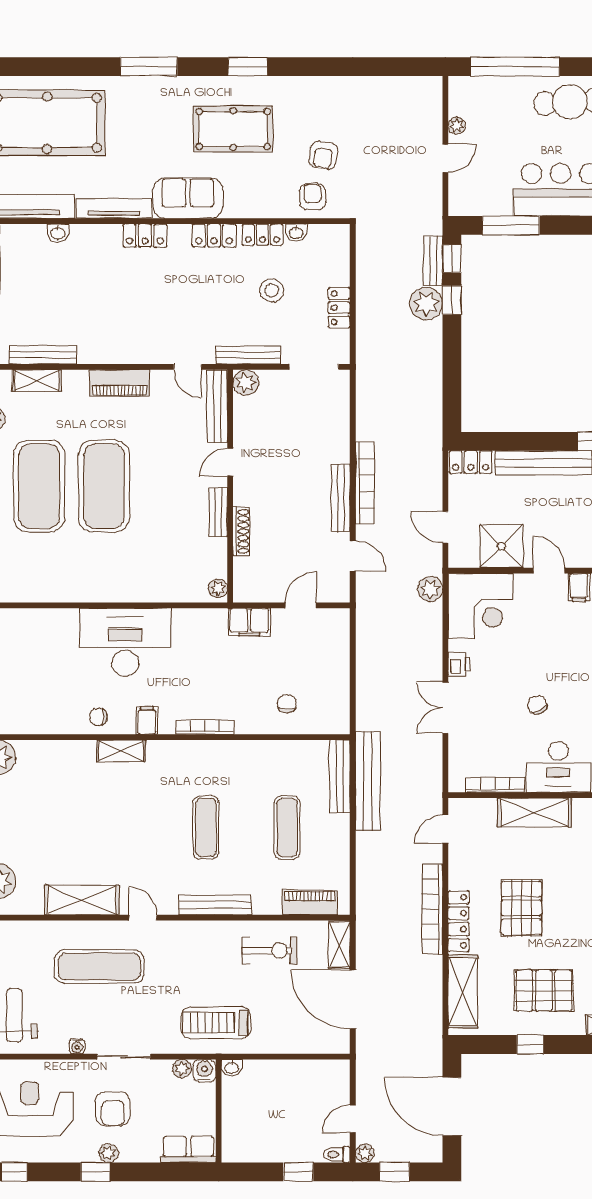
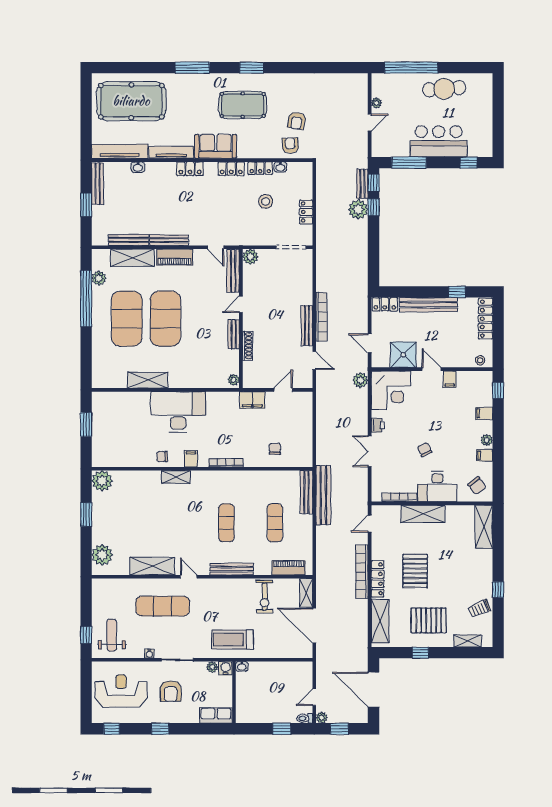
bench: (248, 355) -> (169, 240), moved
shelving: (37, 381) -> (132, 258), width x1.50, depth x1.33
shelving: (75, 589) -> (148, 380), added
exercise bike: (270, 951) -> (264, 597), turned 90
plant: (108, 1153) -> (168, 718), removed

